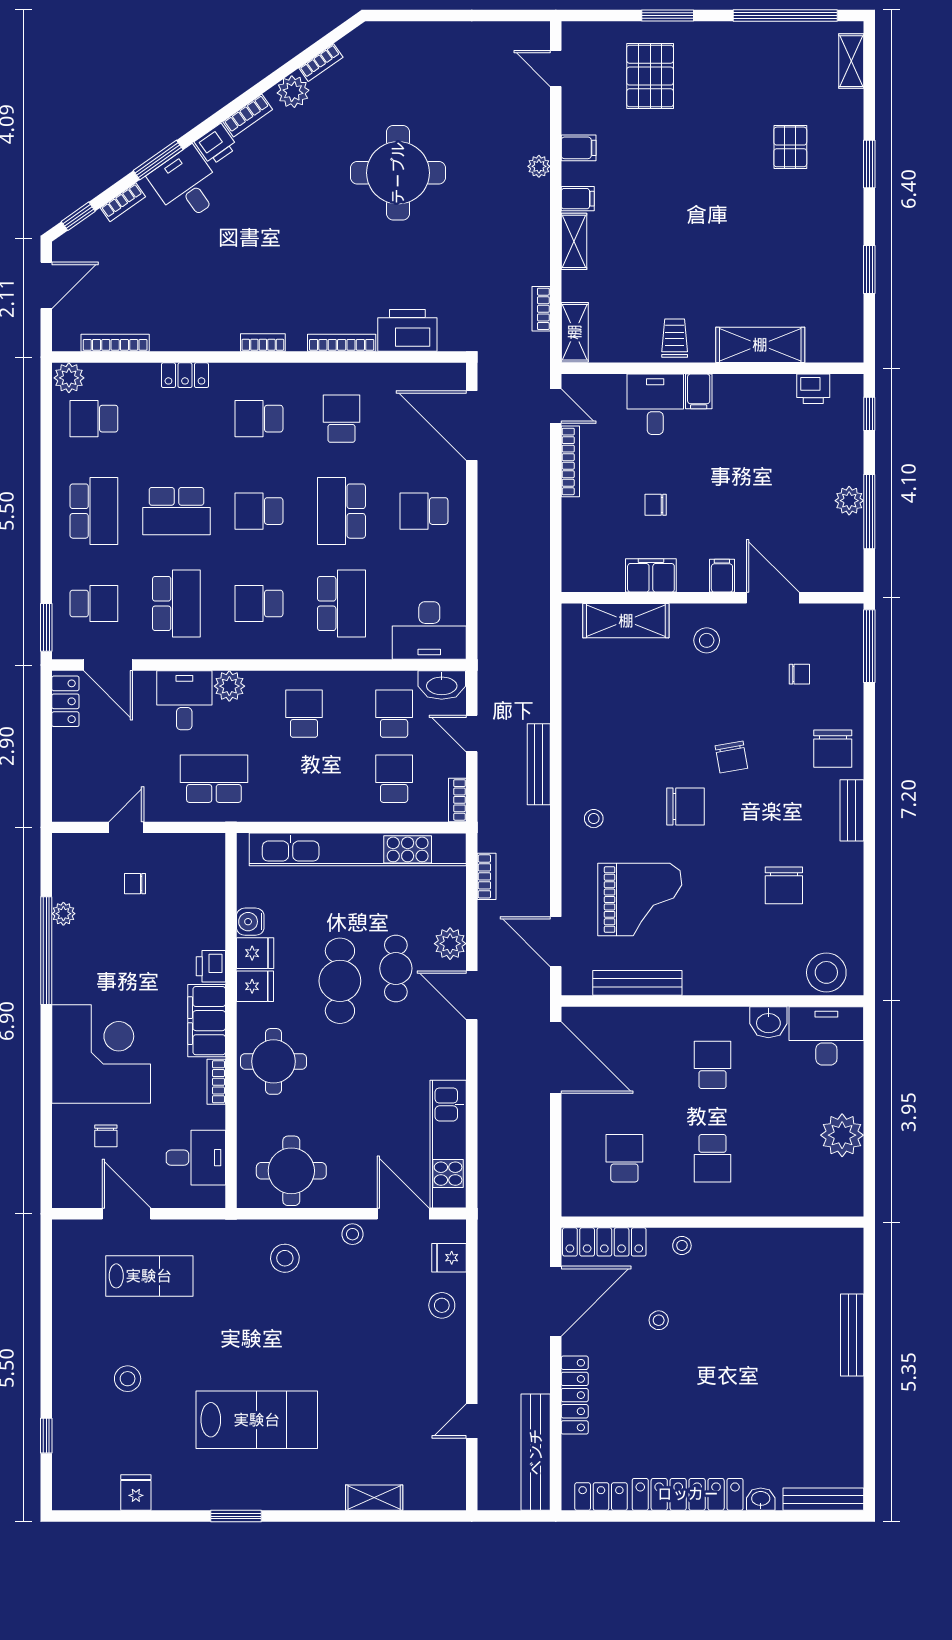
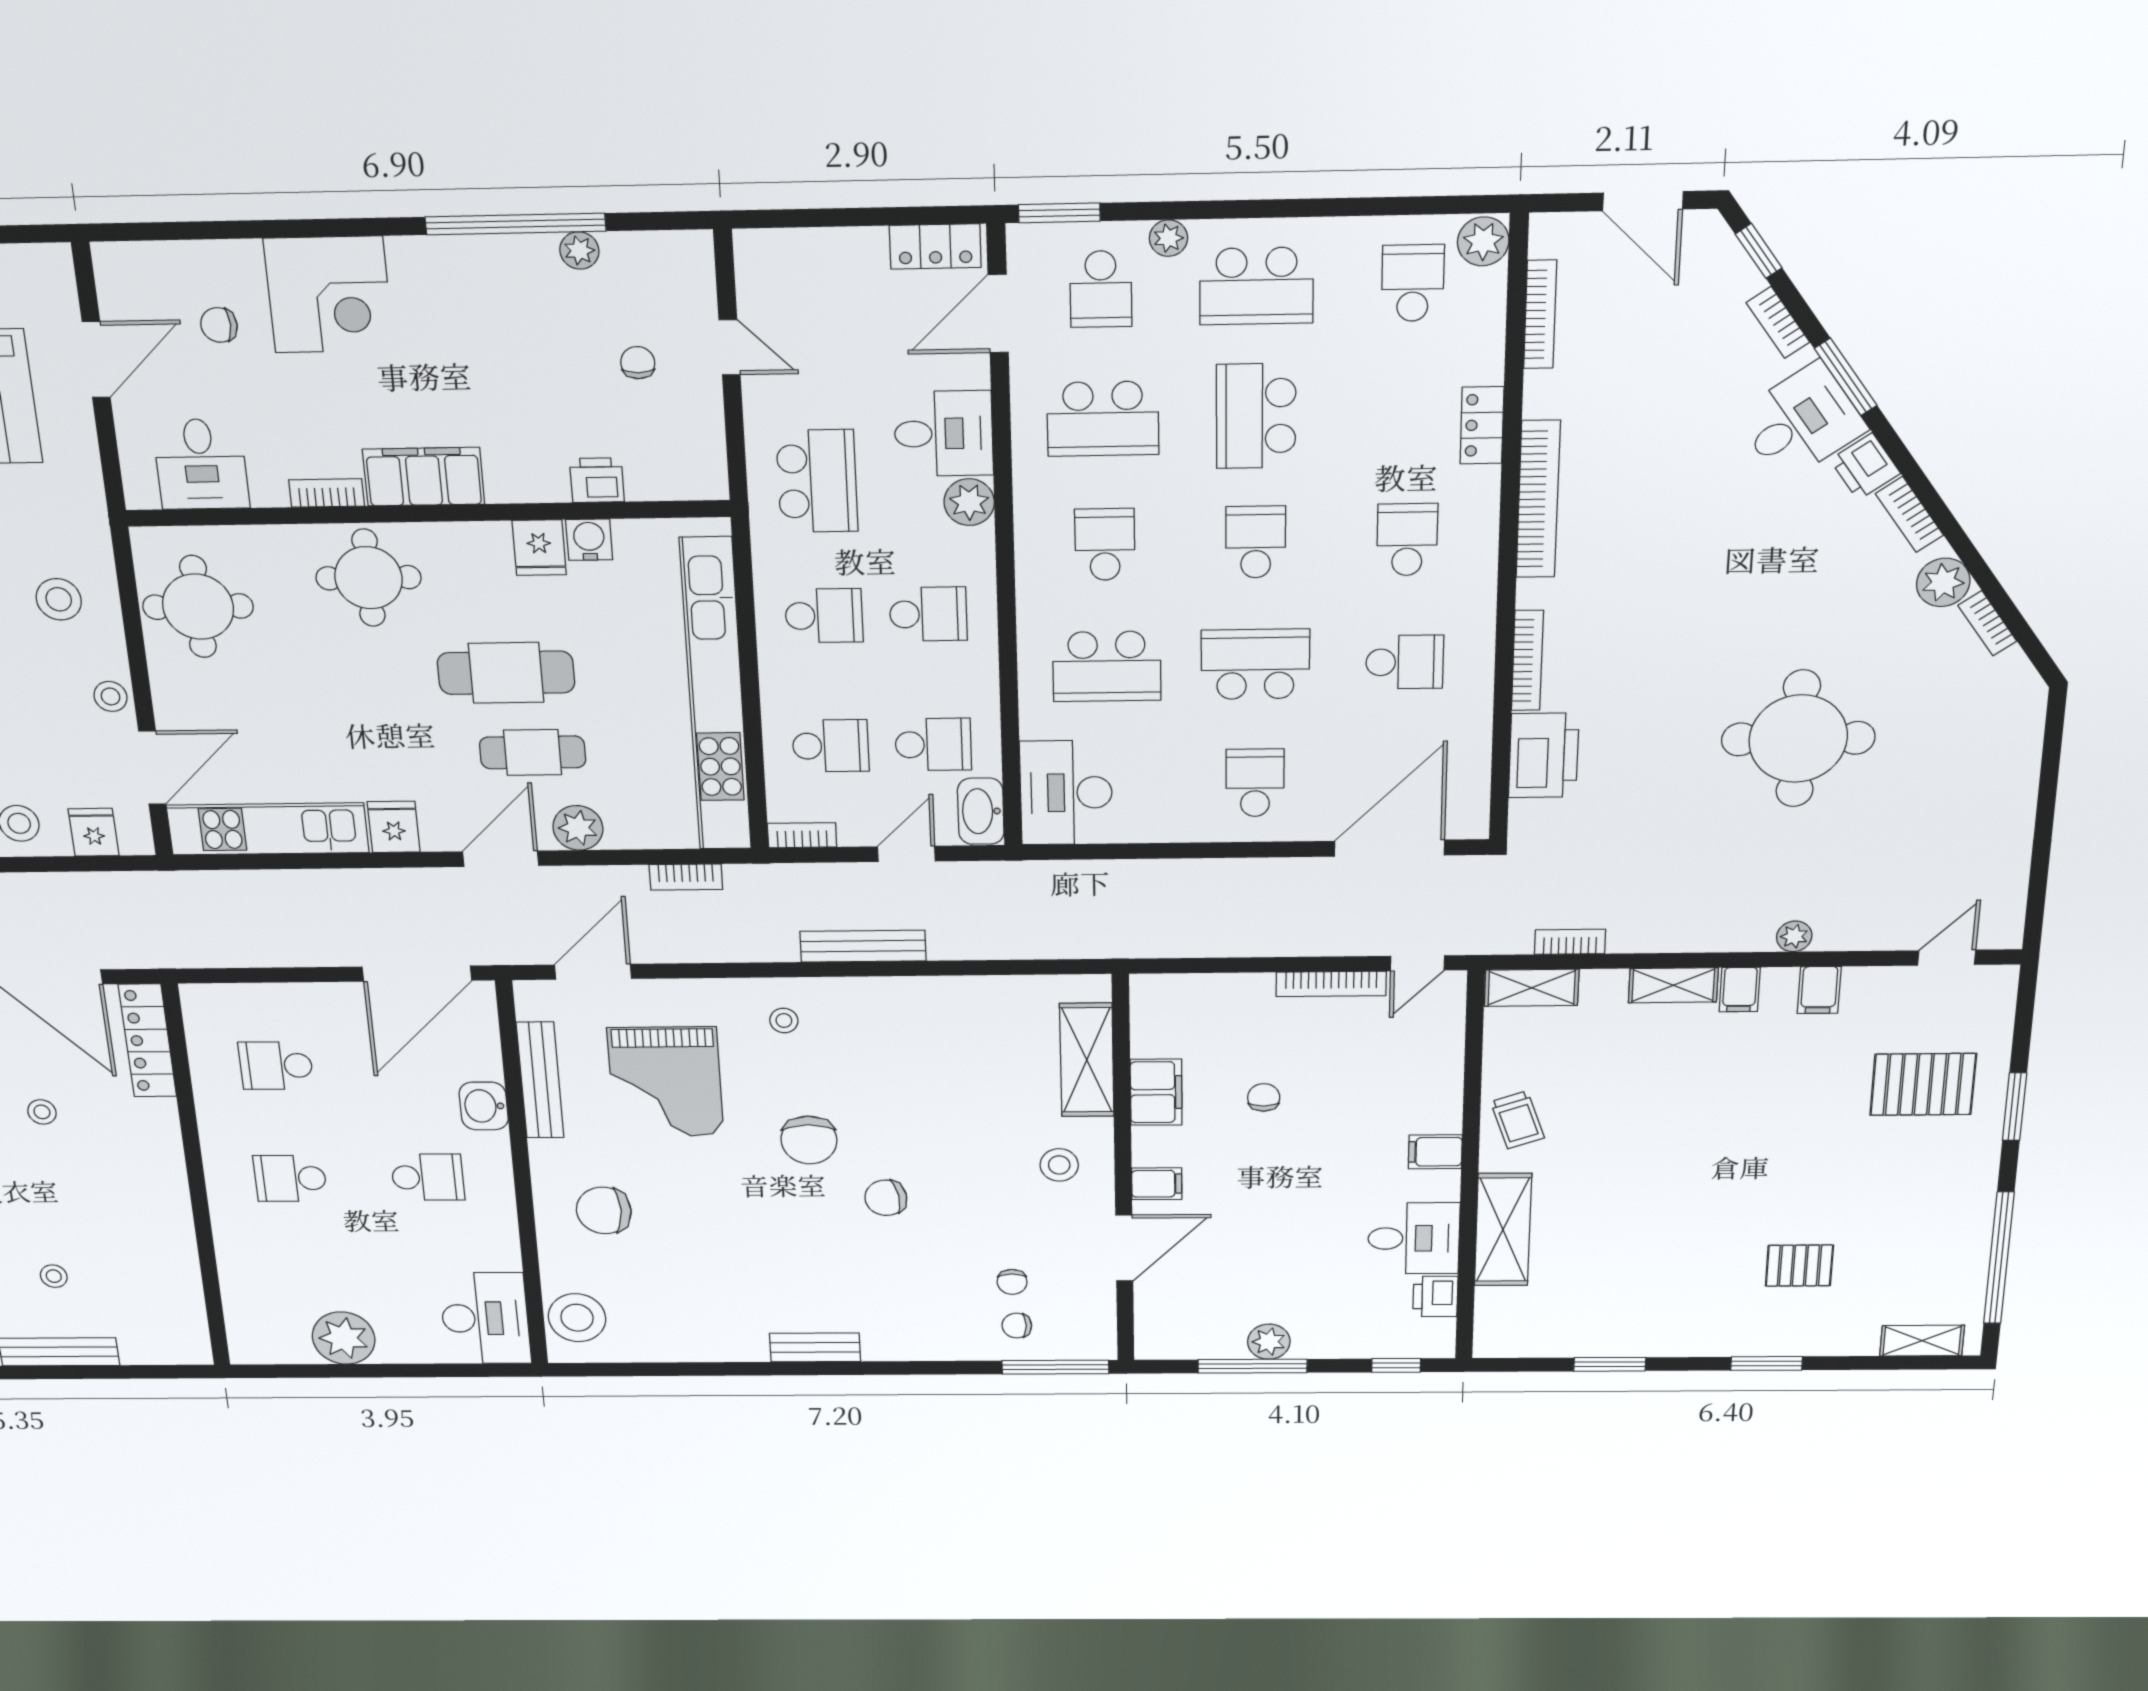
trolley: (675, 338) -> (1517, 1120), turned 71
bookcase: (263, 343) -> (1538, 499), width x2.31, depth x1.31
desk: (655, 404) -> (1414, 1238), moved
plant: (63, 563) -> (1168, 238), added
chair: (833, 749) -> (1017, 1326), moved, width x0.54, depth x0.54
school desk: (304, 779) -> (824, 616), added
chair: (784, 885) -> (604, 1210), moved
printer: (211, 966) -> (597, 480), moved
fridge: (255, 986) -> (394, 827), moved, turned 180
washbasin: (768, 1022) -> (484, 1106), moved
corner desk: (101, 1054) -> (329, 295), width x0.74, depth x0.74
school desk: (624, 1158) -> (276, 1066), turned 180
stool: (682, 1245) -> (54, 1276), moved

